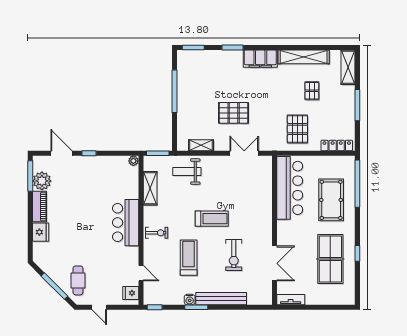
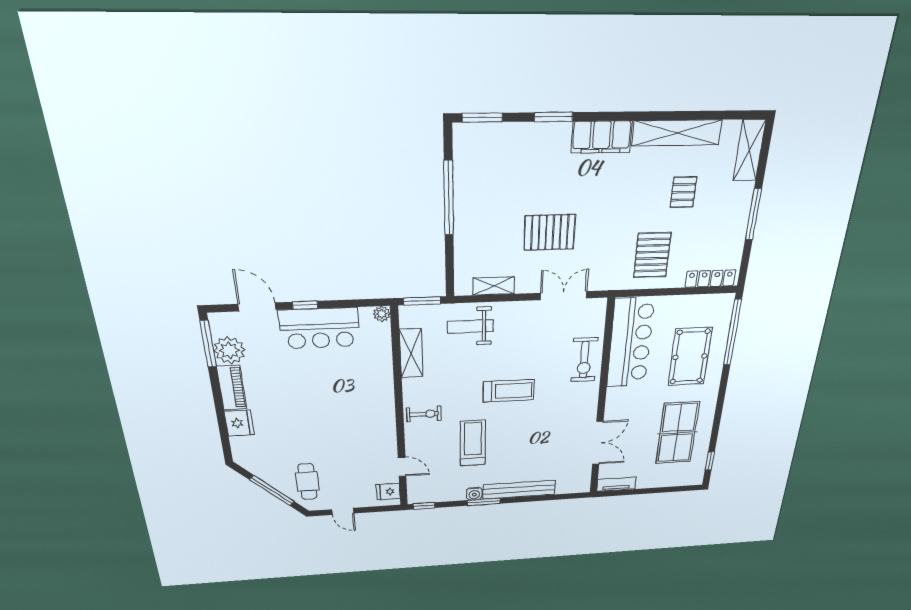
bar counter: (126, 223) -> (320, 328), moved, turned -90
window: (357, 253) -> (710, 461), moved
exercise bike: (234, 255) -> (584, 360), moved

